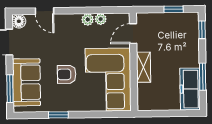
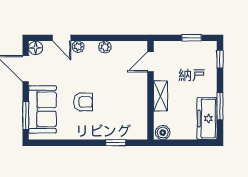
plant: (101, 19) -> (78, 47), moved
armchair: (67, 74) -> (83, 102), turned 180
corner sofa: (108, 80) -> (125, 108), removed
boiler: (146, 104) -> (163, 133), added
window: (58, 115) -> (116, 143), moved

